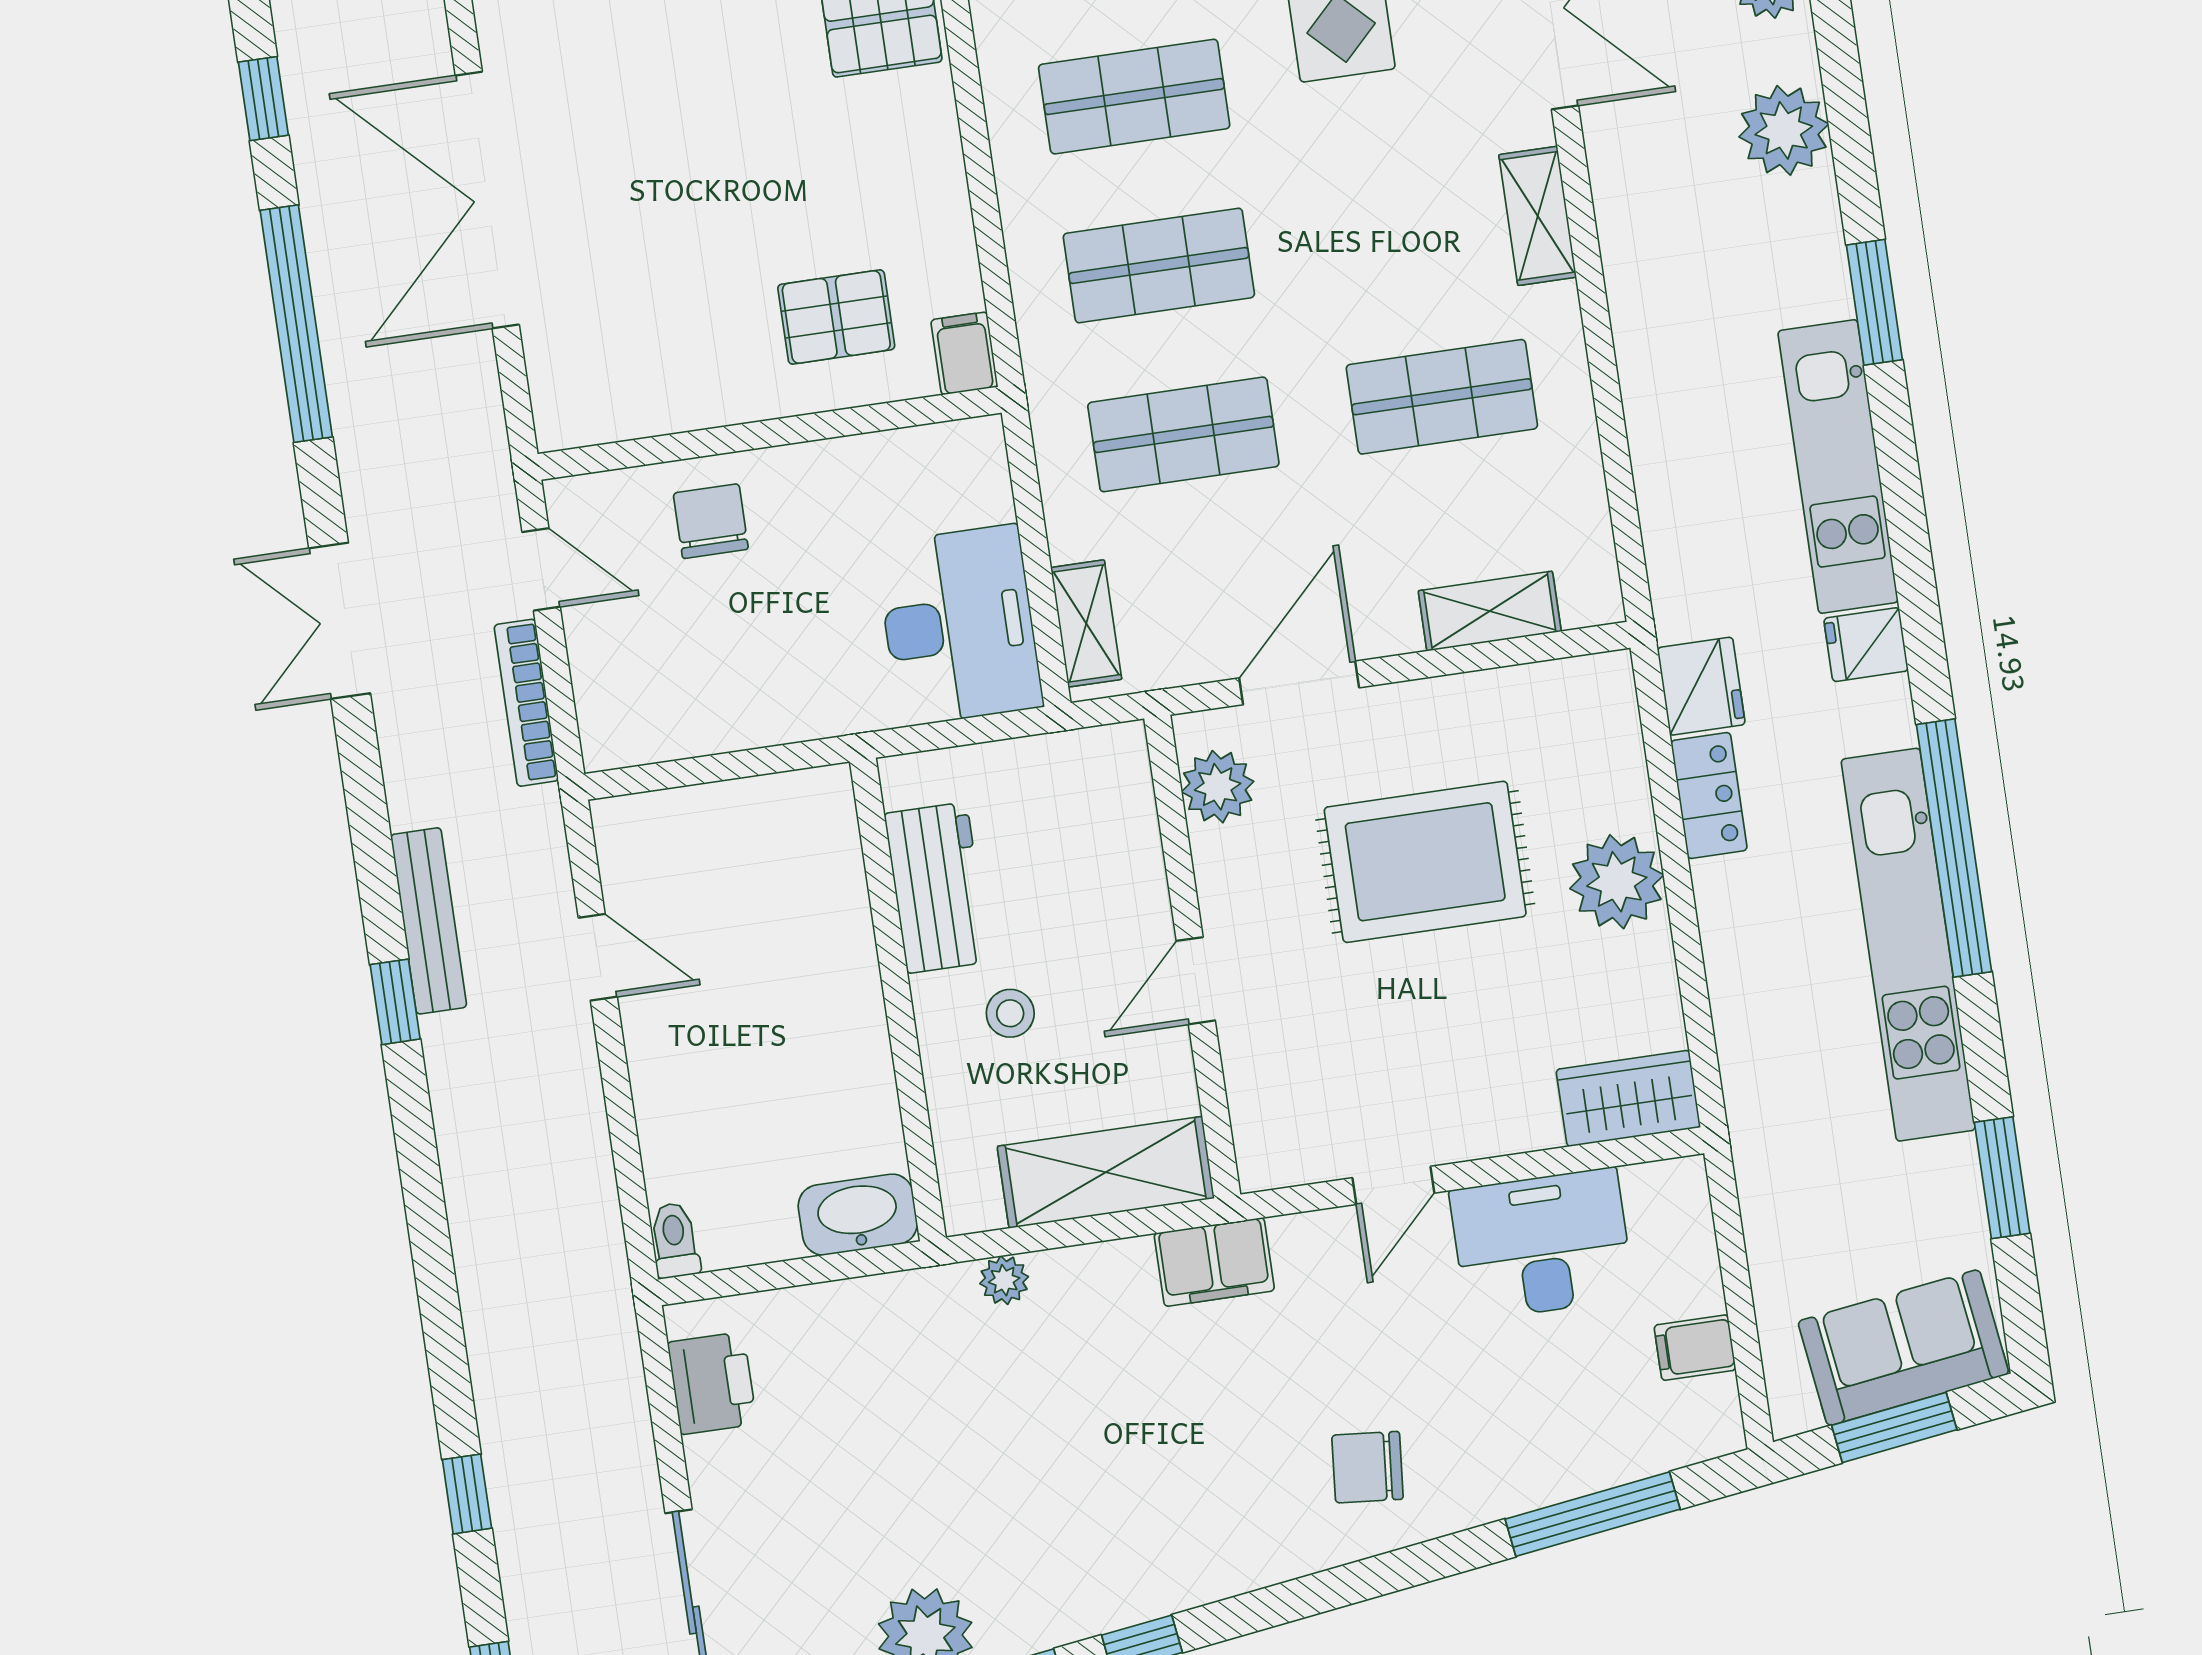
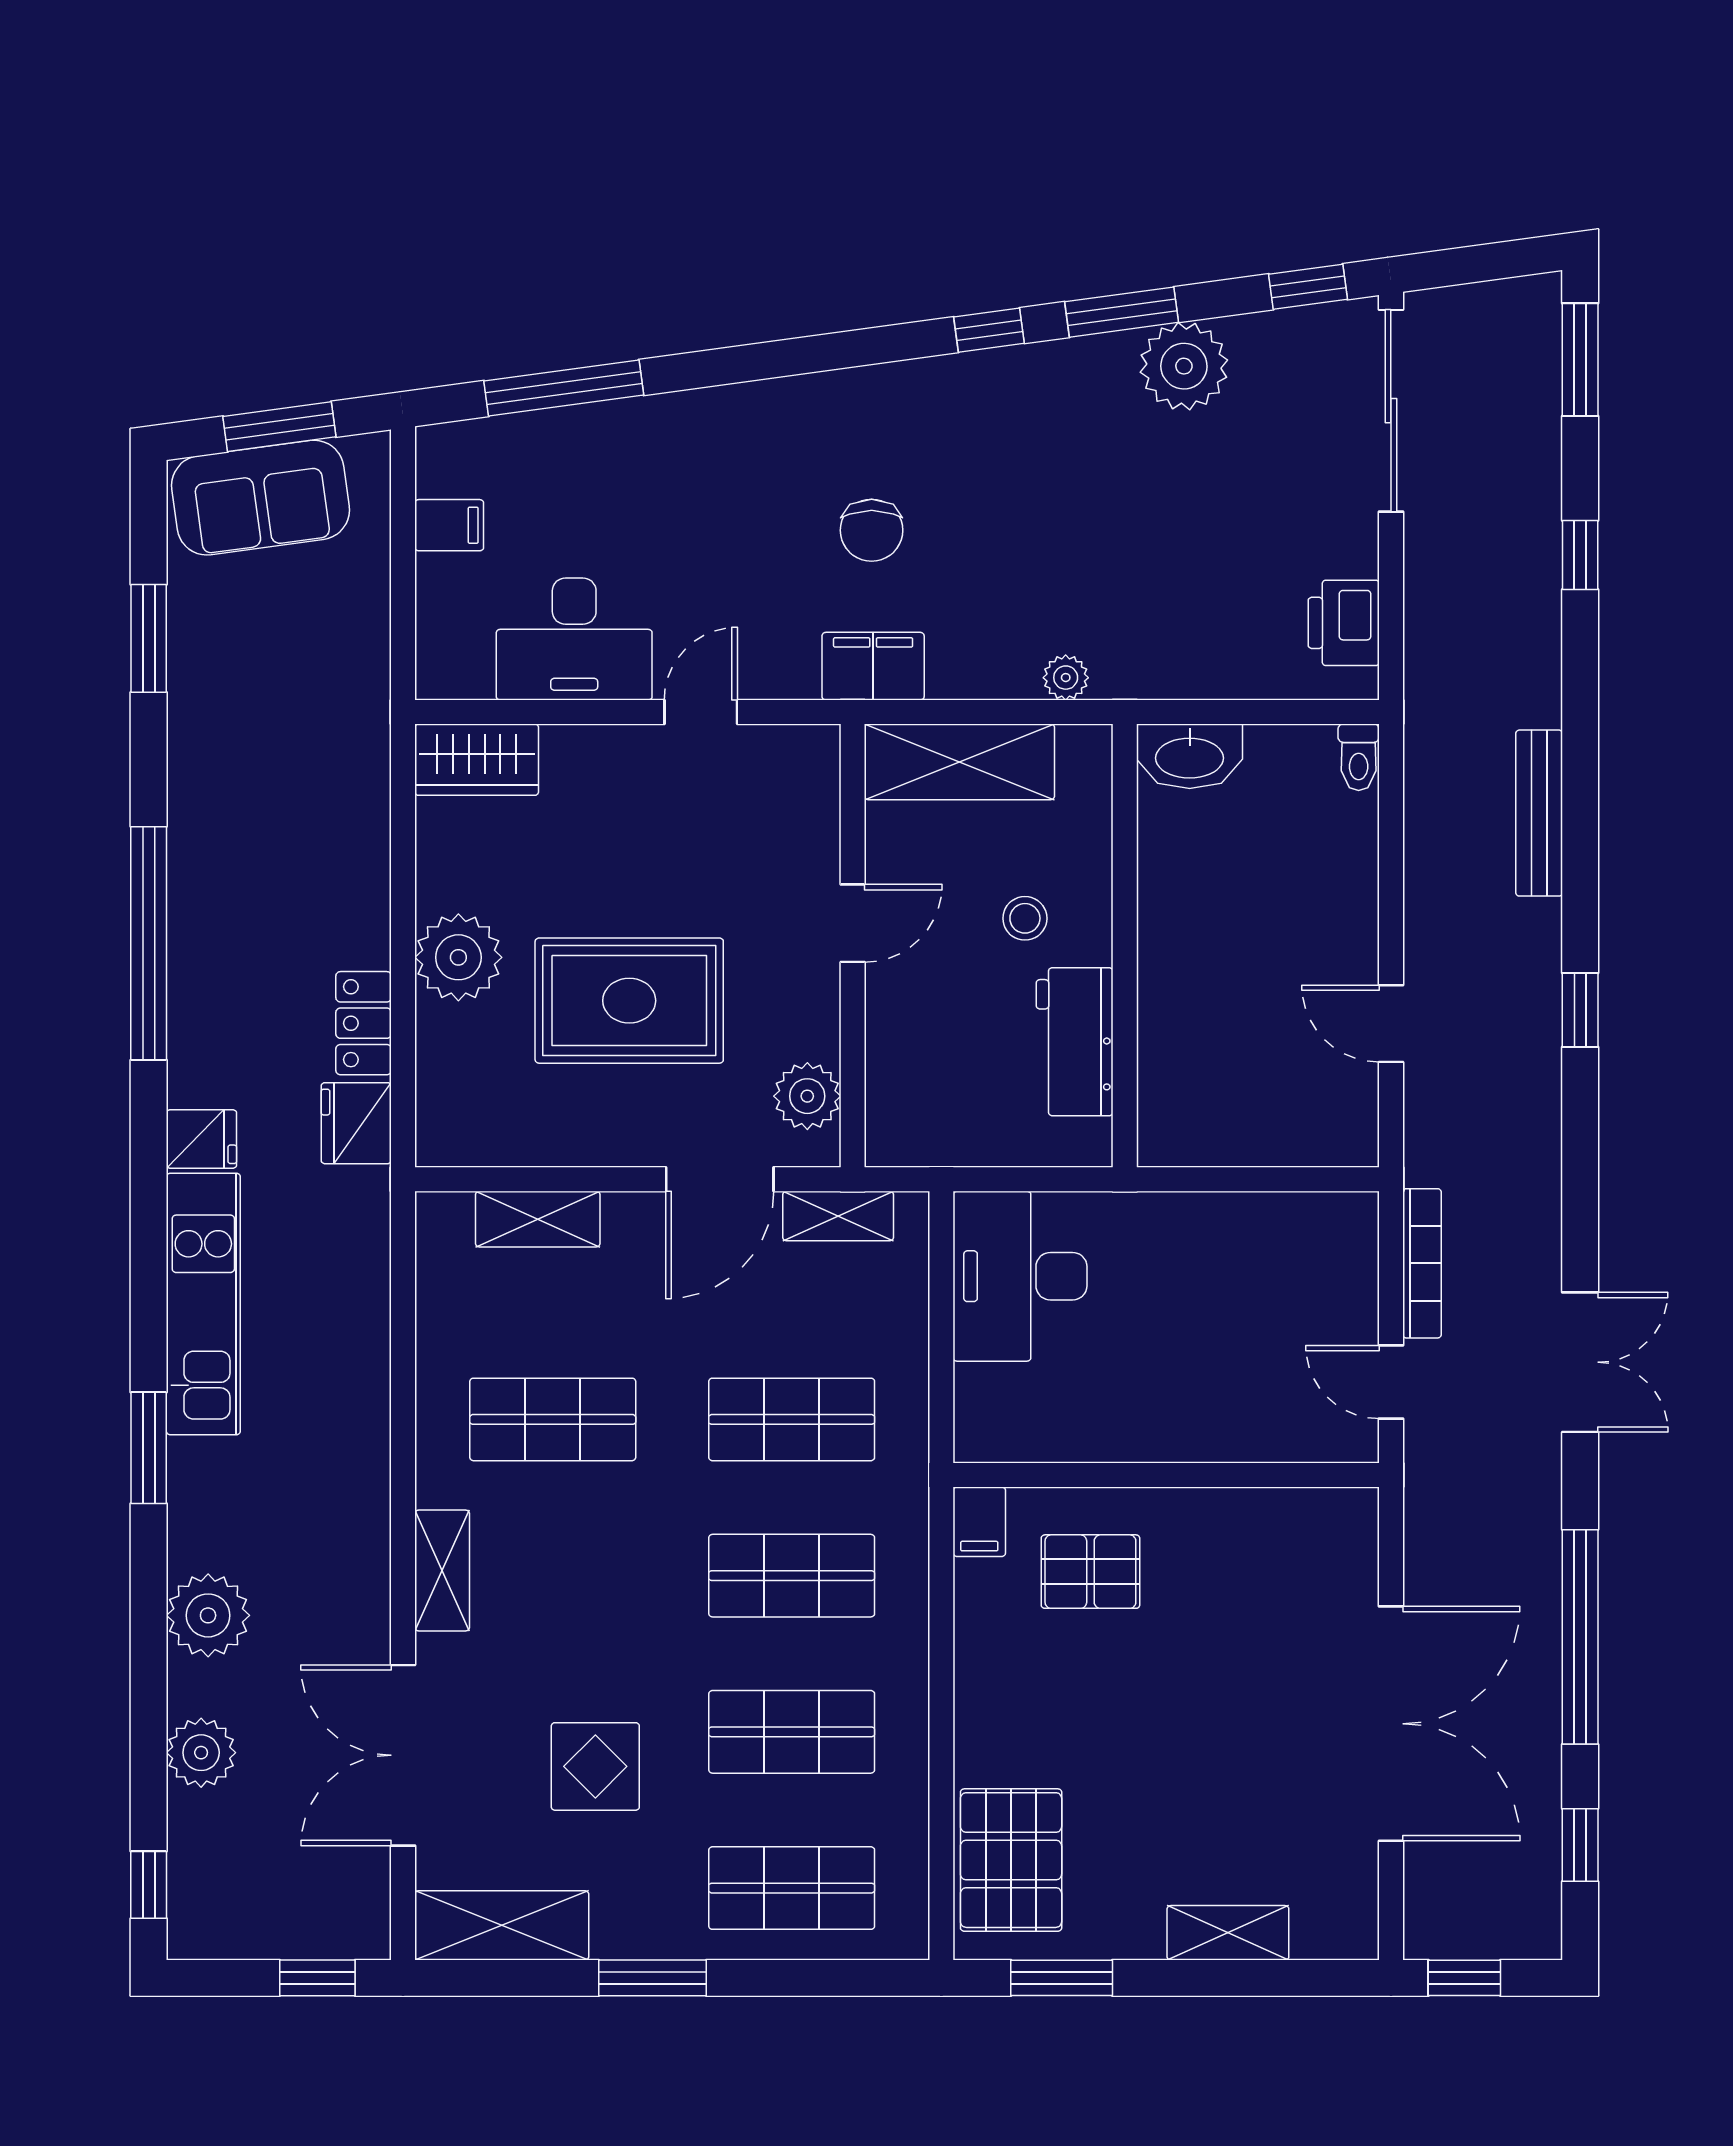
chair: (711, 521) -> (1231, 1403), removed
shelving: (1086, 623) -> (838, 1216), moved, turned 90
bench: (429, 921) -> (1539, 813), moved
kitchen unit: (1908, 945) -> (203, 862), removed
chair: (1367, 1467) -> (872, 530), moved, turned 85

